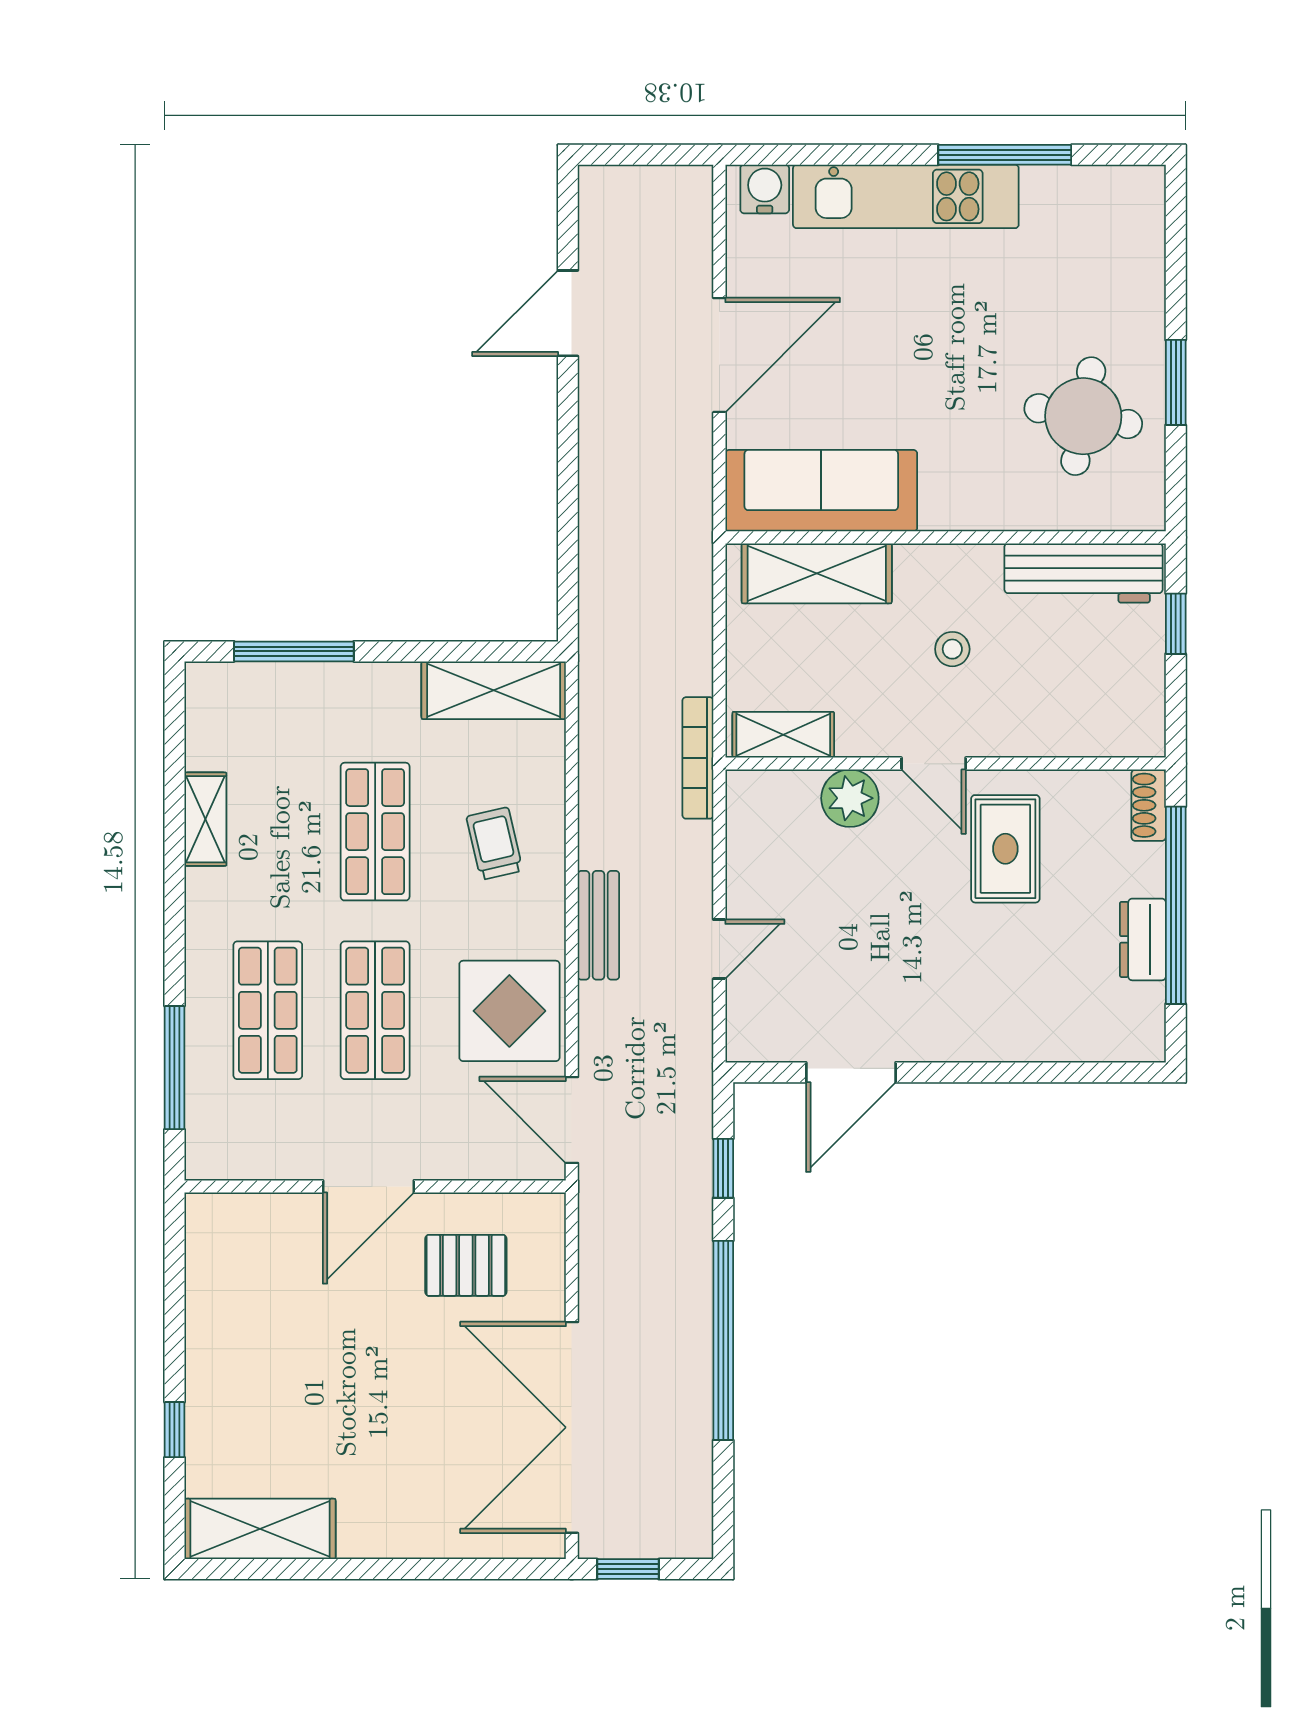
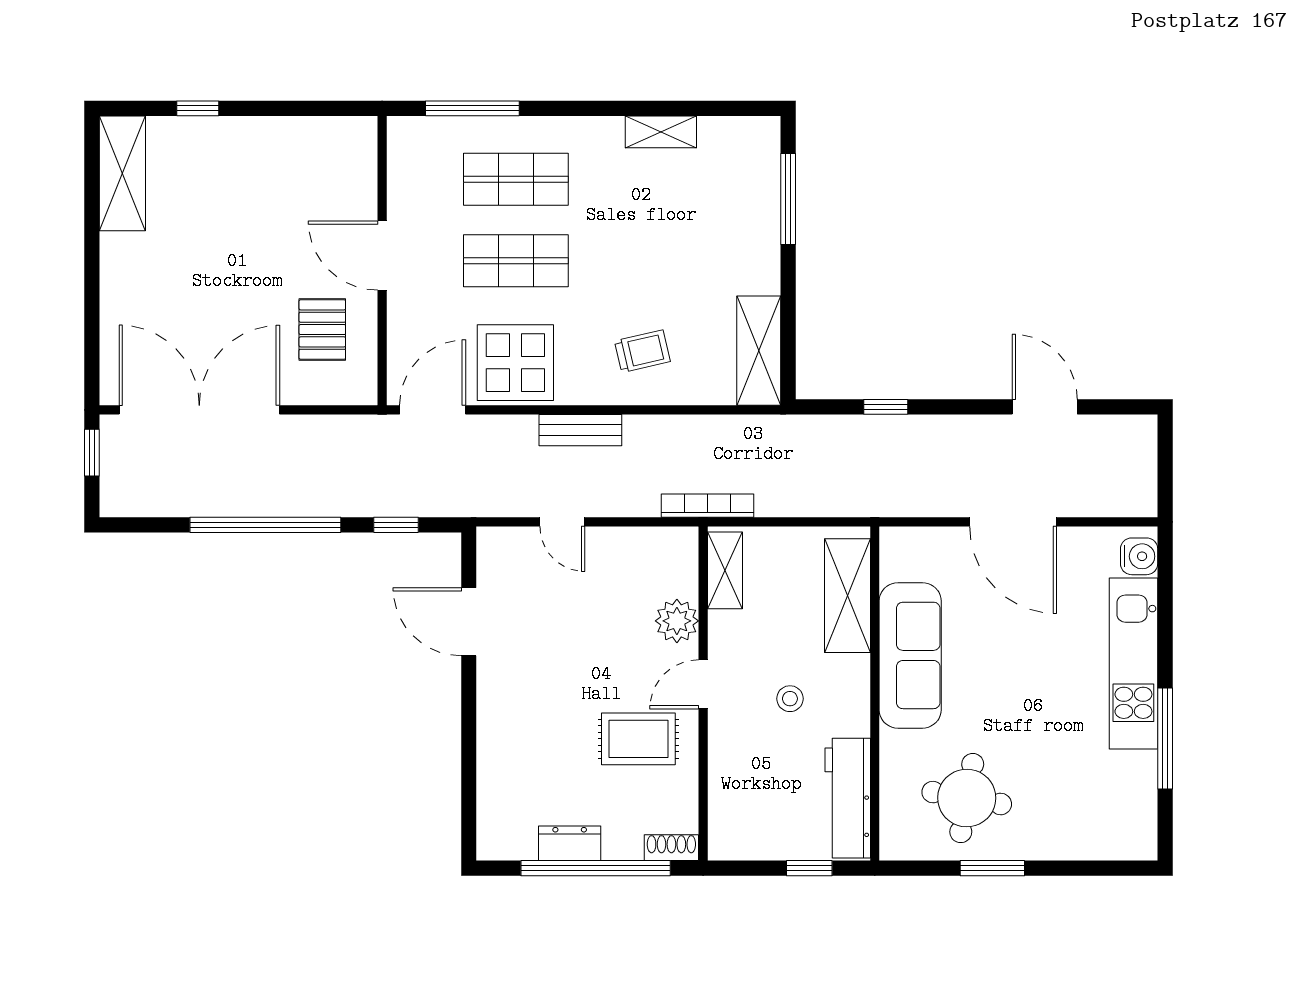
sofa: (821, 491) -> (910, 655), moved
window: (568, 523) -> (886, 407), added
shop shelf: (375, 832) -> (651, 261), removed

